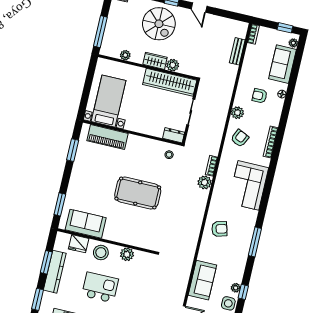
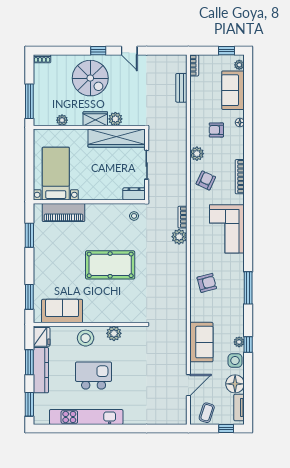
fridge: (79, 244) -> (42, 337), moved, turned -90

